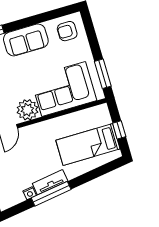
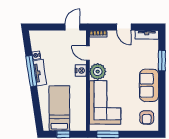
armchair: (67, 31) -> (147, 117), turned 180
nightstand: (32, 132) -> (81, 71), added

